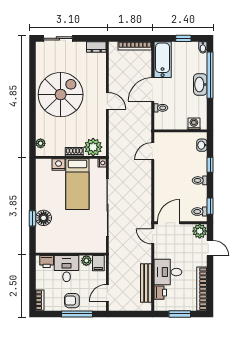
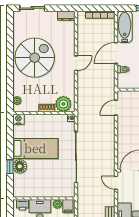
door: (107, 101) -> (76, 63), hinge flipped
nightstand: (59, 164) -> (18, 119), moved
bed: (77, 184) -> (35, 148), moved, turned -90

